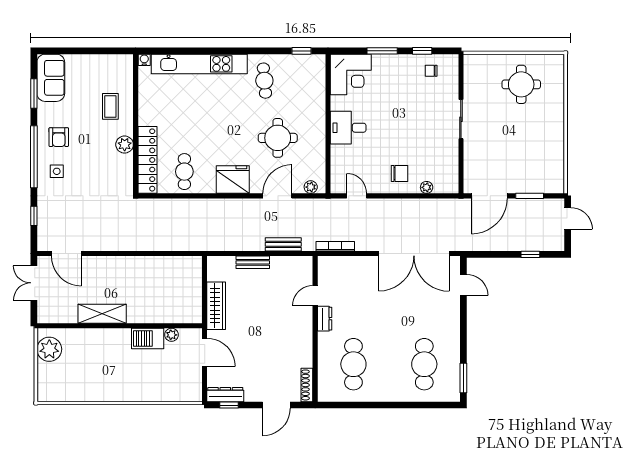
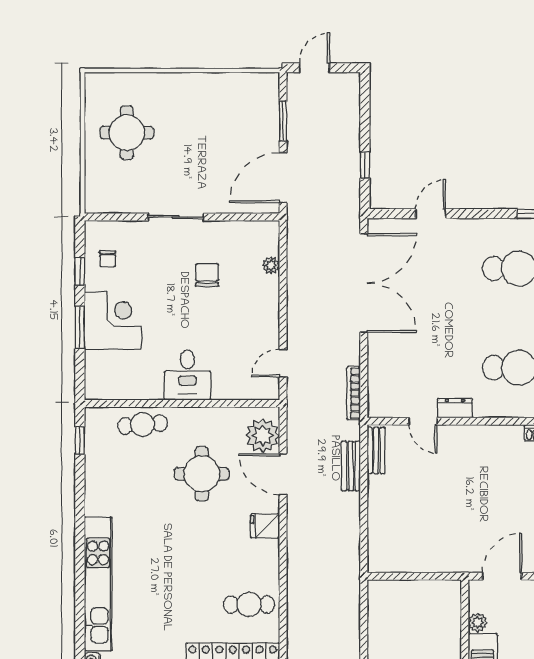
corner desk: (351, 74) -> (113, 321), moved
cafe table: (264, 81) -> (143, 425), moved
chair: (399, 174) -> (207, 275), moved
fridge: (233, 180) -> (265, 526), width x0.53, depth x0.75
plant: (311, 187) -> (263, 435), width x1.88, depth x1.88
door: (489, 196) -> (283, 178), swing flipped
window: (530, 254) -> (365, 165), moved
bench: (253, 262) -> (376, 451), moved
door: (463, 285) -> (431, 214), moved
wardrobe: (216, 306) -> (437, 560), removed

